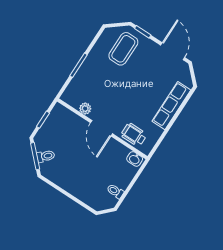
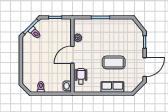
coffee table: (123, 49) -> (114, 62), moved
row of seats: (171, 106) -> (112, 87), width x0.68

